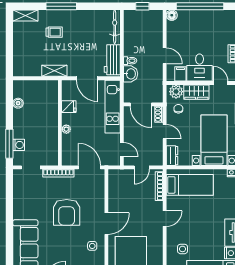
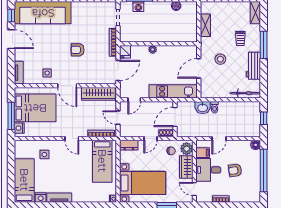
armchair: (200, 38) -> (235, 170), added
stool: (77, 54) -> (220, 59), added
workbench: (112, 60) -> (253, 66), moved, turned -90
shelving: (54, 71) -> (205, 25), moved
door: (221, 83) -> (194, 189), swing flipped
fridge: (69, 107) -> (125, 52), moved
wardrobe: (115, 189) -> (98, 94), added
armchair: (67, 212) -> (78, 50), width x0.53, depth x0.53

